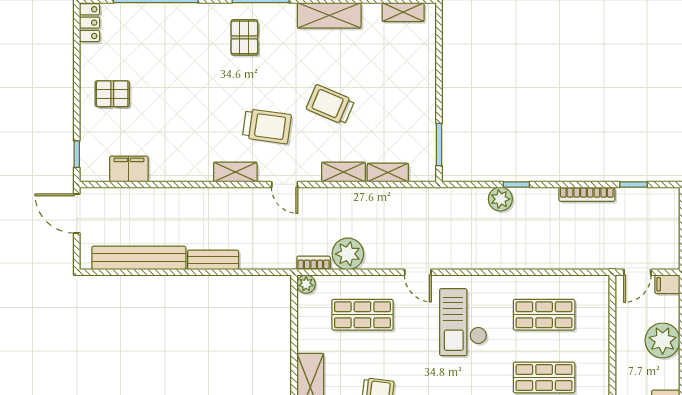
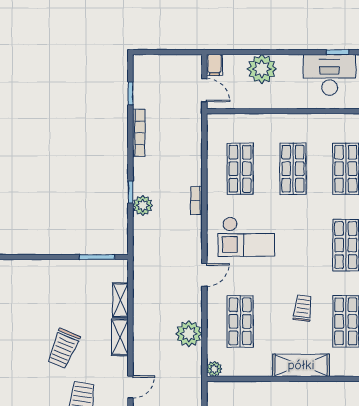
bookcase: (314, 263) -> (196, 201), moved

